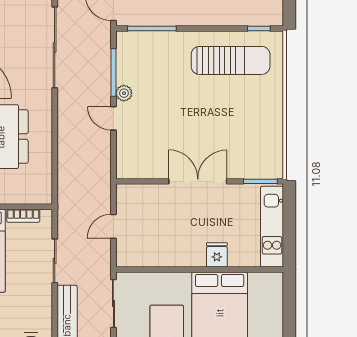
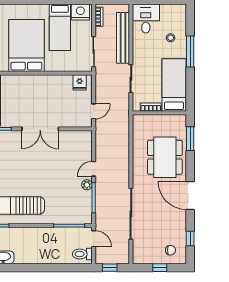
door: (113, 118) -> (94, 169), swing flipped
door: (113, 226) -> (94, 111), moved
fridge: (217, 255) -> (80, 82), moved

